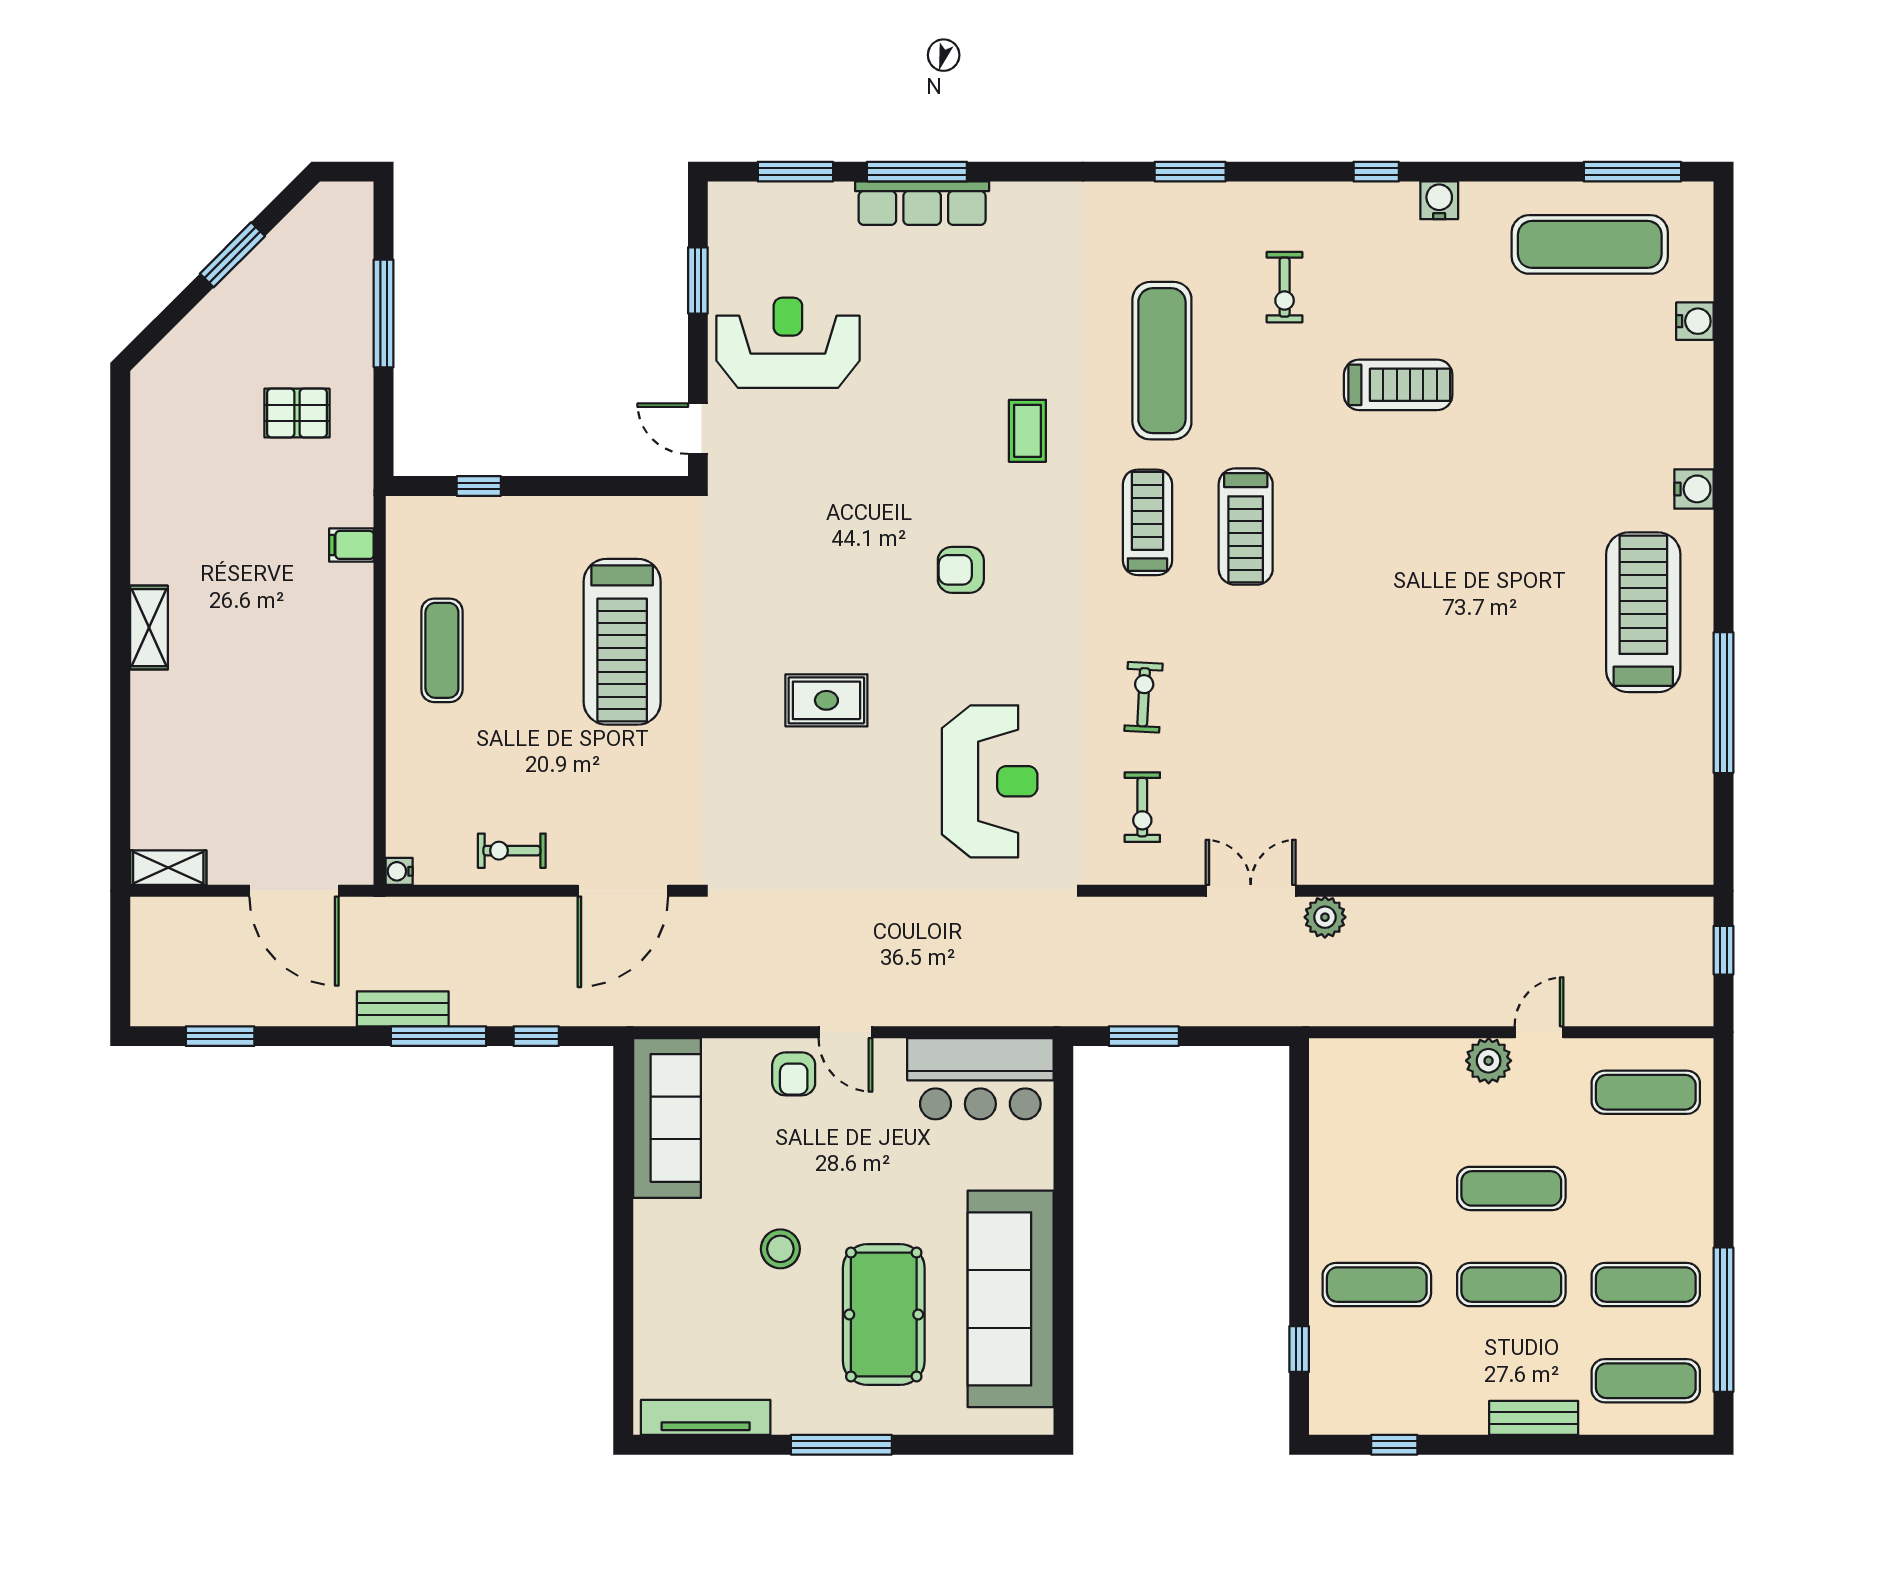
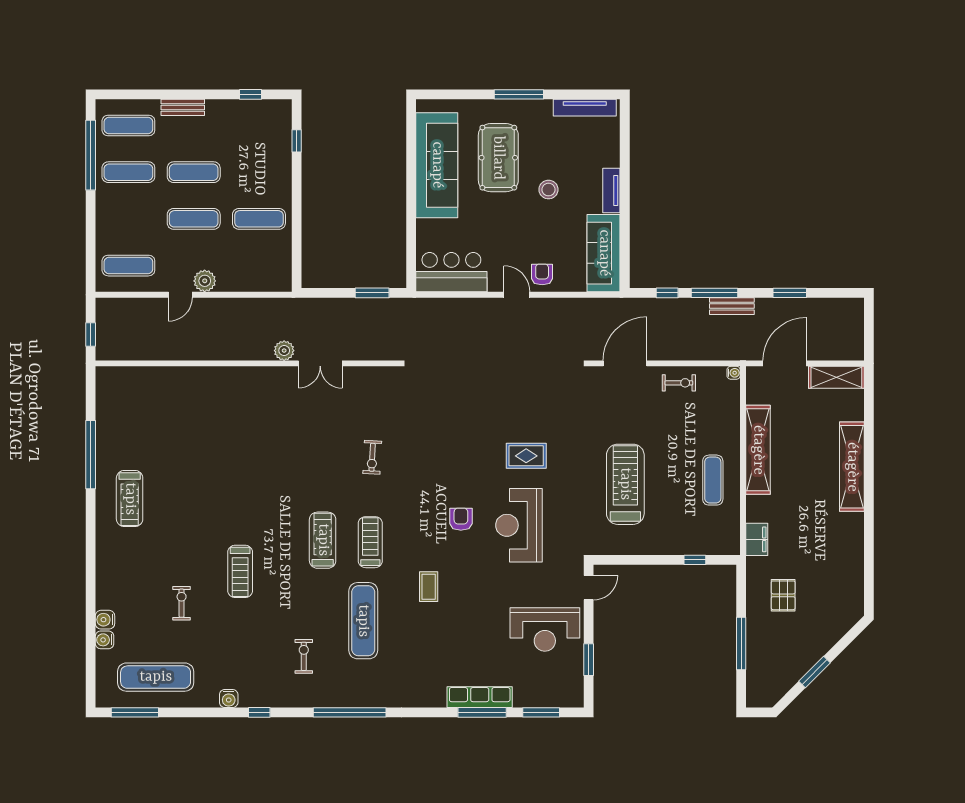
window: (1190, 172) -> (350, 712), width x2.11
treadmill: (1398, 385) -> (240, 571), moved, turned -90
pallet: (297, 413) -> (783, 595), turned 90
door: (698, 429) -> (589, 588), hinge flipped
water cooler: (1694, 489) -> (105, 620), moved
treadmill: (1147, 522) -> (370, 542), turned 180
filing cabinet: (351, 545) -> (757, 539), width x2.00
armchair: (961, 570) -> (461, 519), turned -90
treadmill: (1643, 612) -> (130, 499), width x0.73, depth x0.73
shelving: (149, 628) -> (852, 467), width x2.20, depth x1.33
shelving: (349, 713) -> (758, 450), added
reception desk: (990, 781) -> (519, 525), moved
exercise bike: (1142, 807) -> (182, 603), moved
shelving: (168, 868) -> (836, 377), width x1.50, depth x1.33
door: (294, 891) -> (785, 363), hinge flipped
window: (220, 1036) -> (790, 293), moved
tv unit: (651, 1247) -> (611, 190), added
exercise mat: (1377, 1285) -> (259, 219), moved

